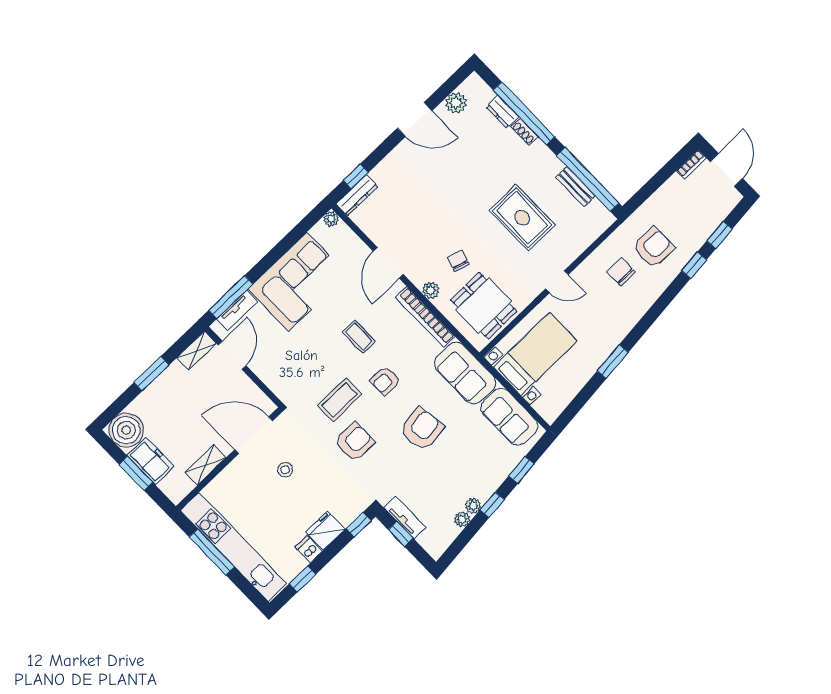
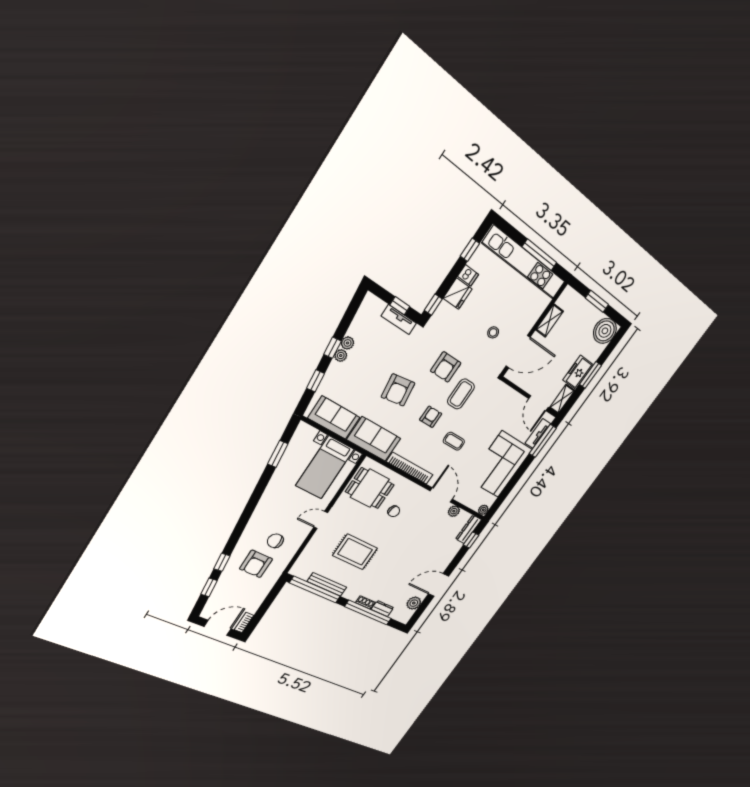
door: (726, 170) -> (218, 628), swing flipped
bench: (576, 187) -> (327, 584), width x1.36
chair: (621, 272) -> (275, 541), turned 180
plant: (431, 290) -> (454, 511), moved
window: (613, 362) -> (278, 454), moved
freezer: (150, 461) -> (578, 372), moved, turned 90
plant: (462, 519) -> (341, 356), moved

